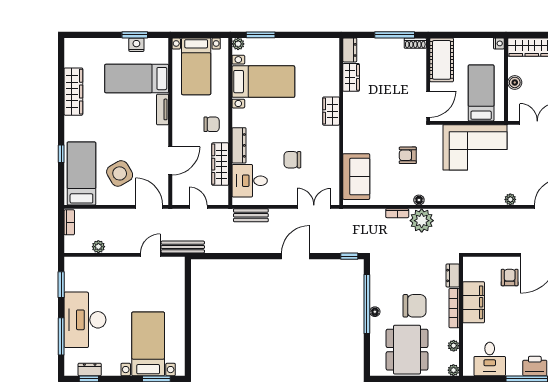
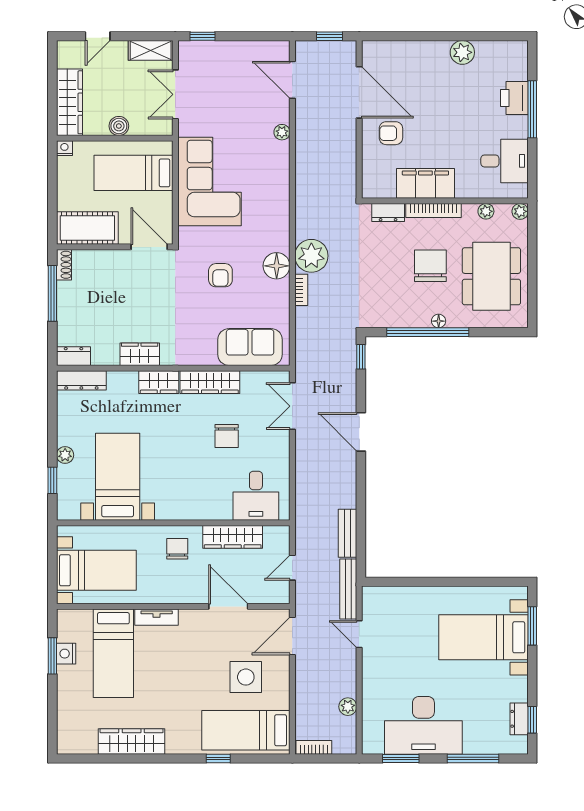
window: (261, 35) -> (52, 480), width x0.67
plant: (238, 44) -> (65, 455), moved
wardrobe: (351, 77) -> (140, 354), moved
dresser: (239, 145) -> (81, 380), moved, turned 180
wardrobe: (331, 148) -> (210, 382), added
side table: (120, 173) -> (246, 677), turned 30
floor lamp: (419, 200) -> (277, 266), width x1.89, depth x1.89
bench: (251, 215) -> (348, 533), moved
desk: (85, 320) -> (423, 725), moved
dining table: (407, 350) -> (491, 276), turned 90

